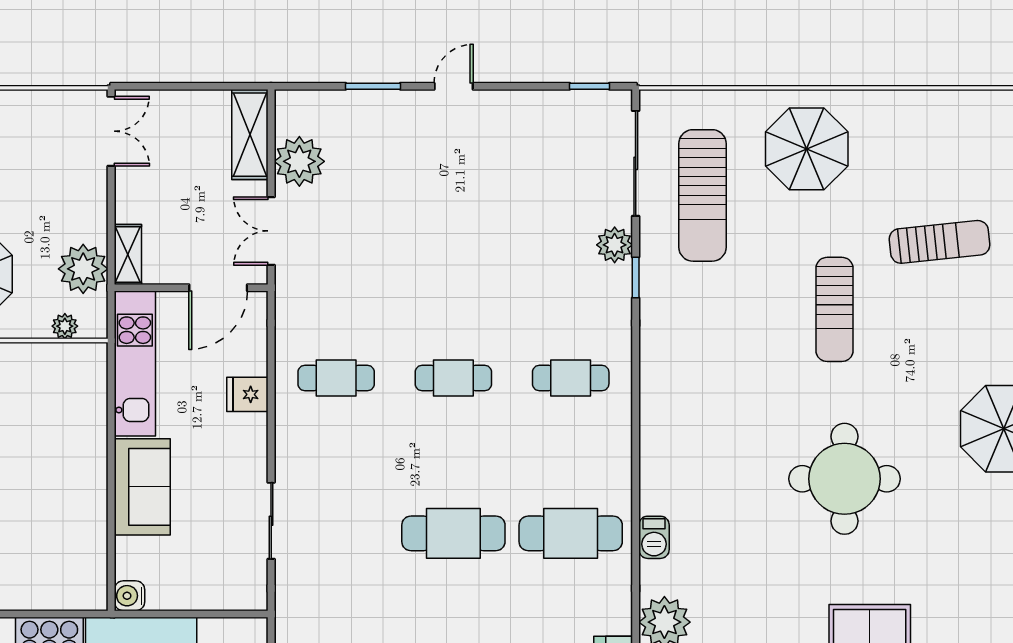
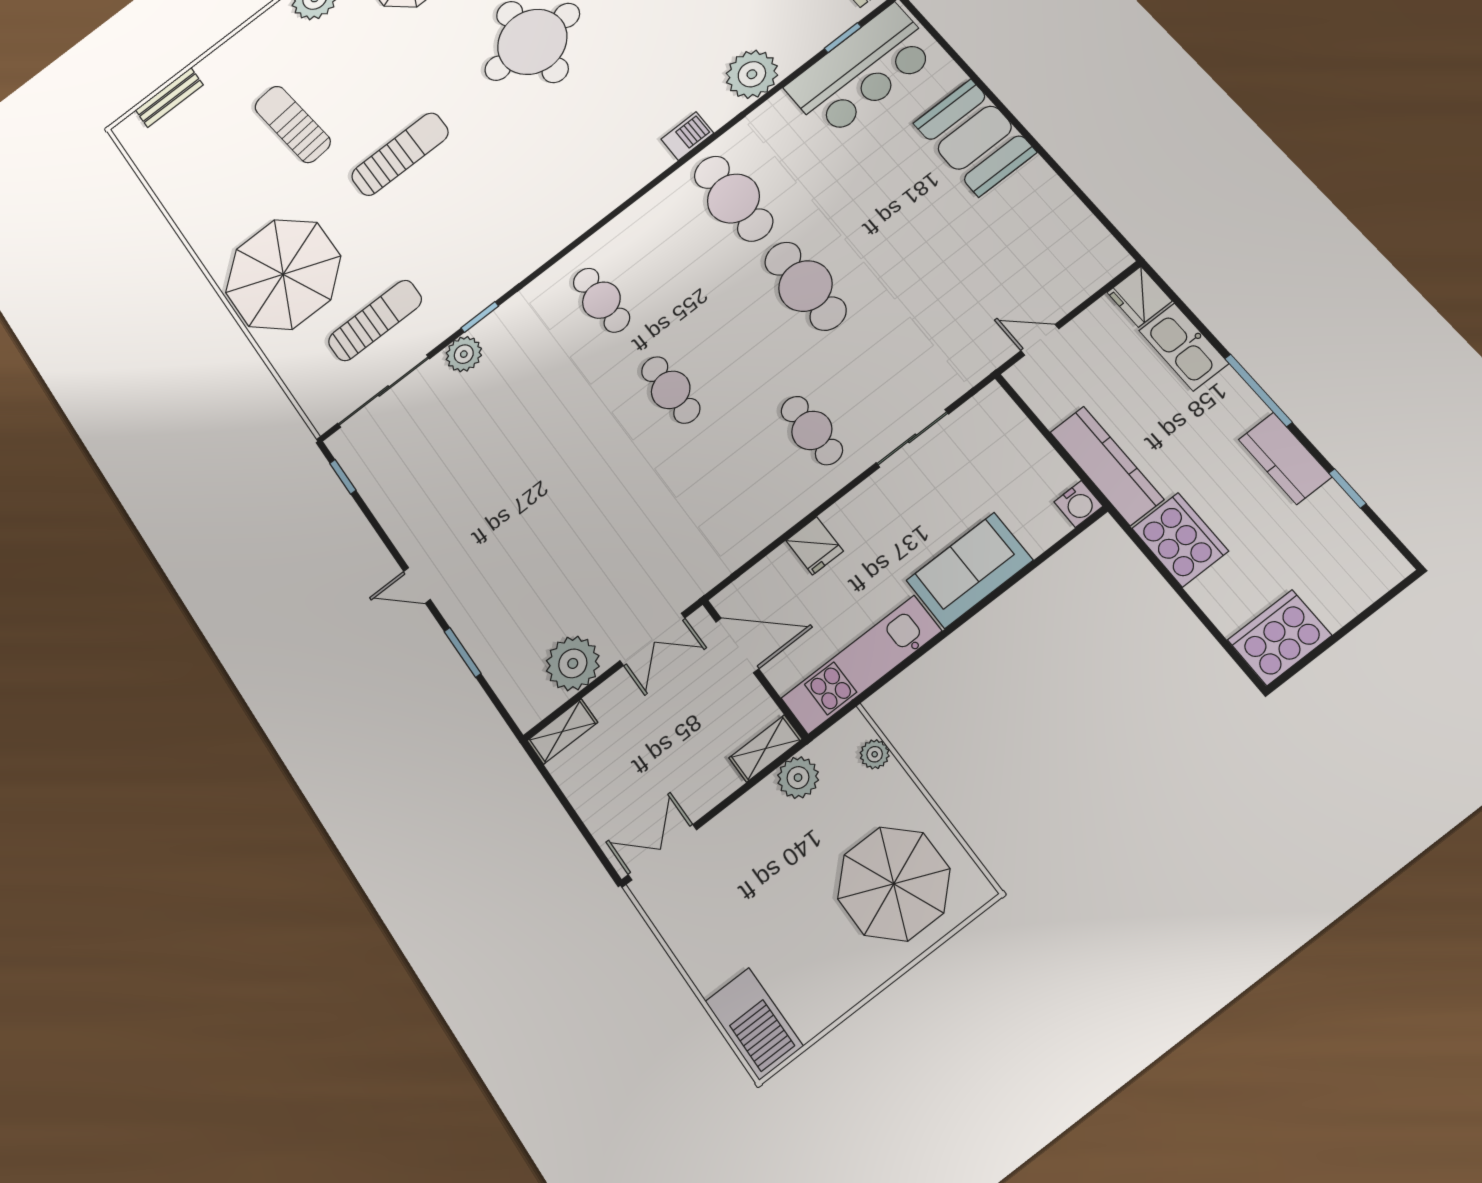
shelving: (250, 135) -> (562, 731), width x0.67, depth x0.75
parasol: (807, 149) -> (283, 274), width x1.36, depth x1.36
sun lounger: (703, 195) -> (375, 320), width x0.73, depth x0.75
plant: (83, 269) -> (798, 778), width x0.73, depth x0.73
cafe table: (336, 378) -> (812, 430), moved

